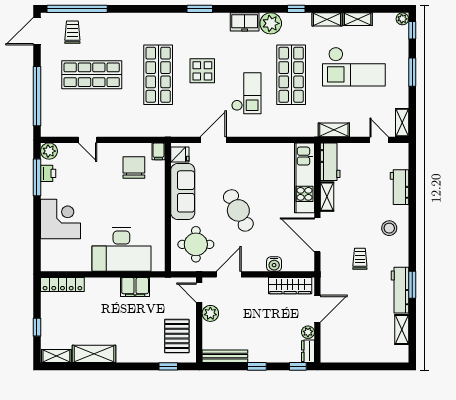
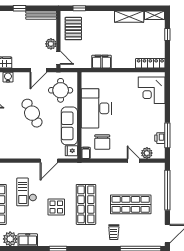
trolley: (72, 32) -> (114, 232), moved
plant: (49, 151) -> (147, 153), moved
corner desk: (61, 219) -> (152, 90), moved
desk: (121, 249) -> (96, 108), moved, turned -90

